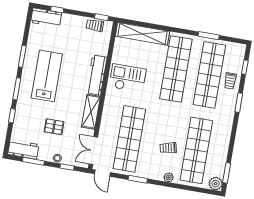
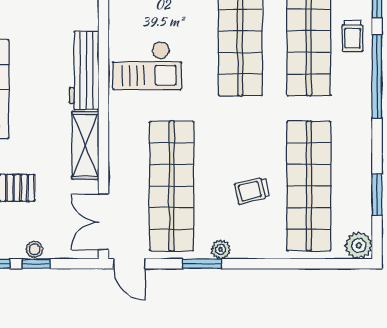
checkout: (128, 78) -> (147, 66), turned 180
window: (239, 103) -> (377, 76), width x2.11
window: (67, 167) -> (36, 264), moved
window: (227, 173) -> (377, 195), moved
plant: (168, 177) -> (221, 250), moved

